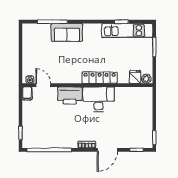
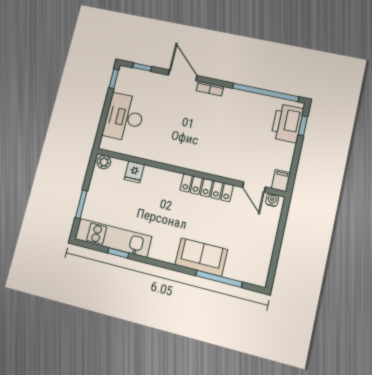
fridge: (135, 77) -> (134, 172), moved
locker: (100, 78) -> (206, 188), moved
printer: (70, 96) -> (287, 123), moved, turned -90
desk: (98, 99) -> (124, 117), moved, turned 90
door: (107, 150) -> (183, 75), hinge flipped

